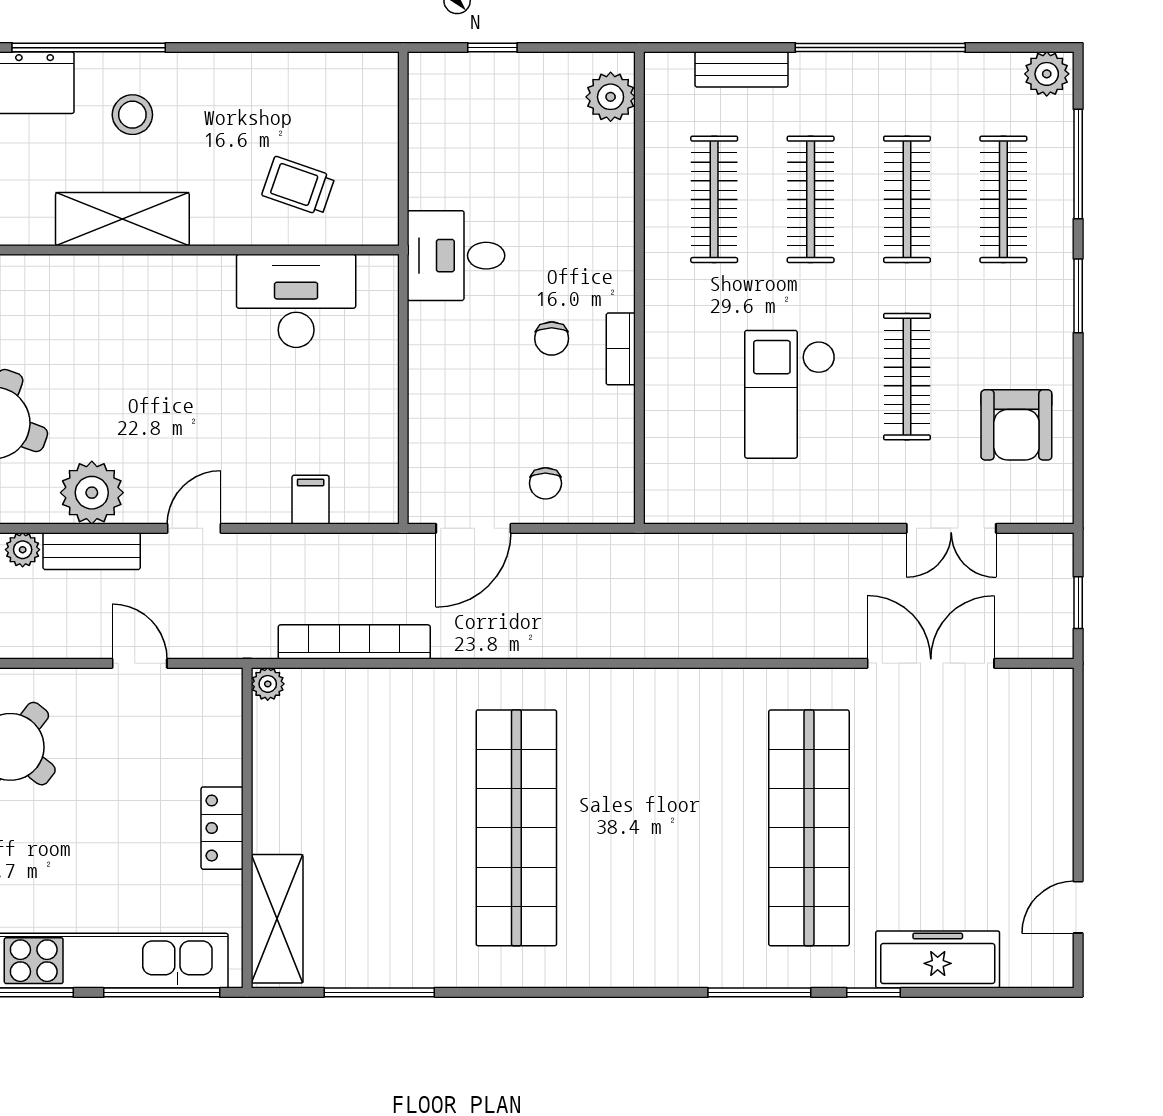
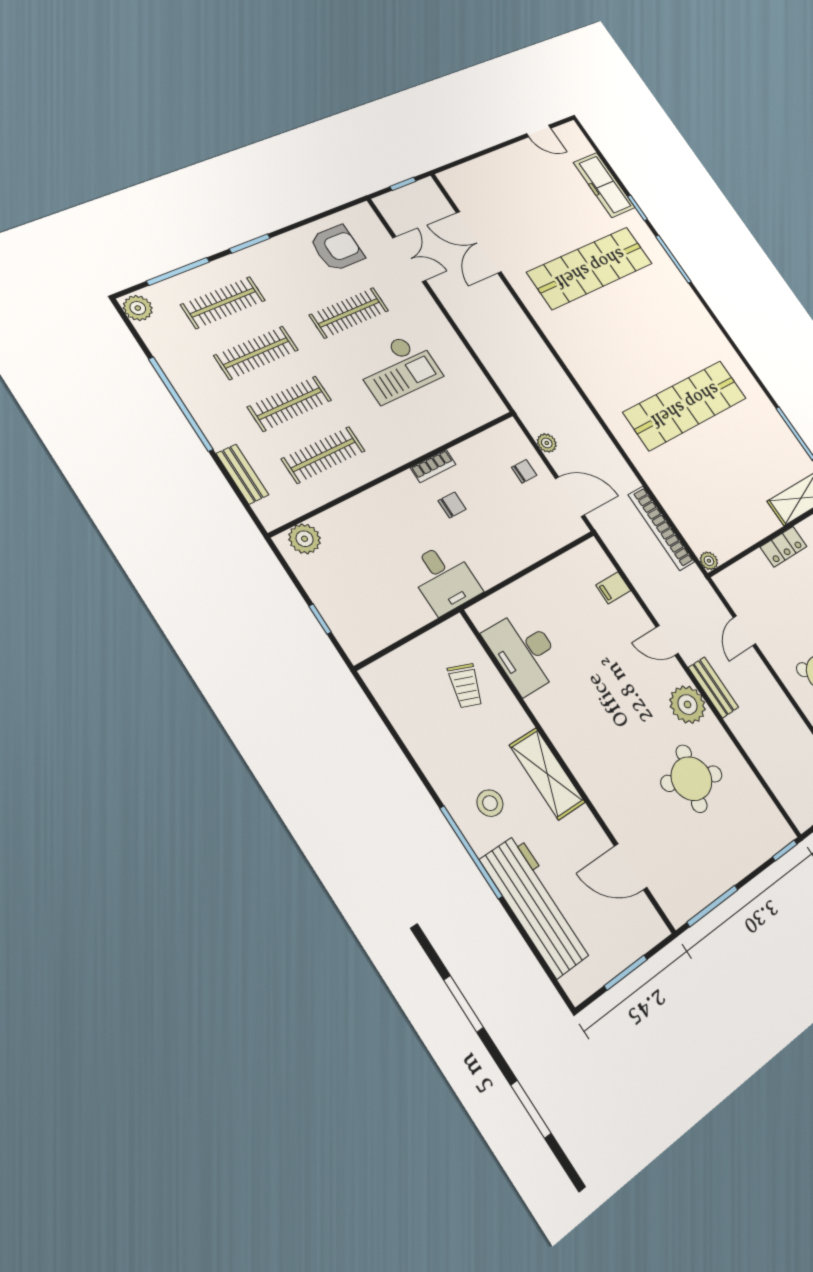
plant: (23, 550) -> (547, 443), moved

